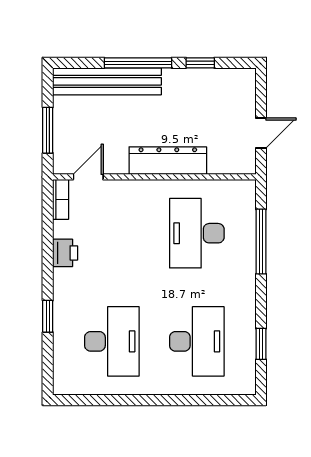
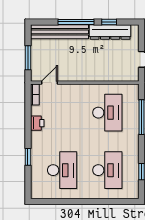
dresser: (168, 161) -> (110, 32), moved, turned 180
desk: (197, 233) -> (107, 113), turned 180

